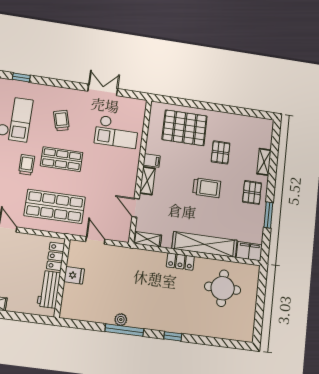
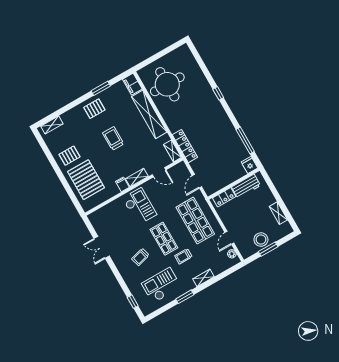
checkout: (117, 132) -> (140, 206), moved
pallet: (221, 152) -> (69, 156), moved
shelving: (264, 162) -> (52, 125), moved
door: (136, 208) -> (159, 172), hinge flipped
locker: (180, 262) -> (185, 146), moved, width x1.53
fridge: (74, 275) -> (250, 165), moved
round table: (223, 288) -> (167, 84), width x1.36, depth x1.36
plant: (121, 320) -> (232, 131), removed
window: (124, 330) -> (245, 140), moved

